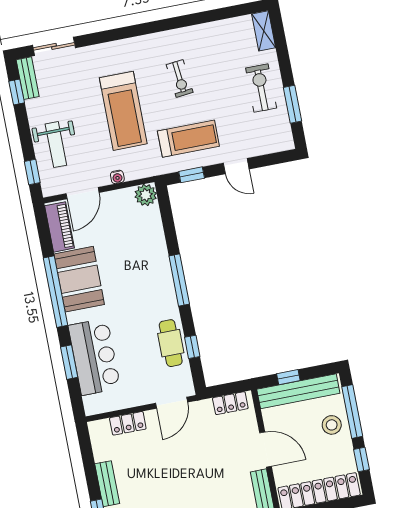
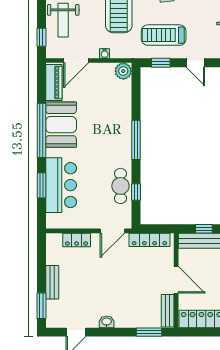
treadmill: (188, 139) -> (164, 35), turned 180
locker: (230, 403) -> (149, 240), width x1.53

